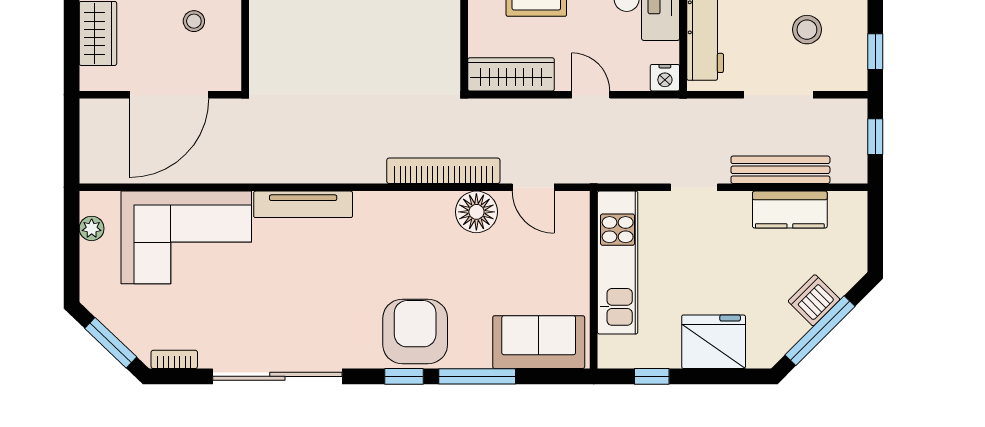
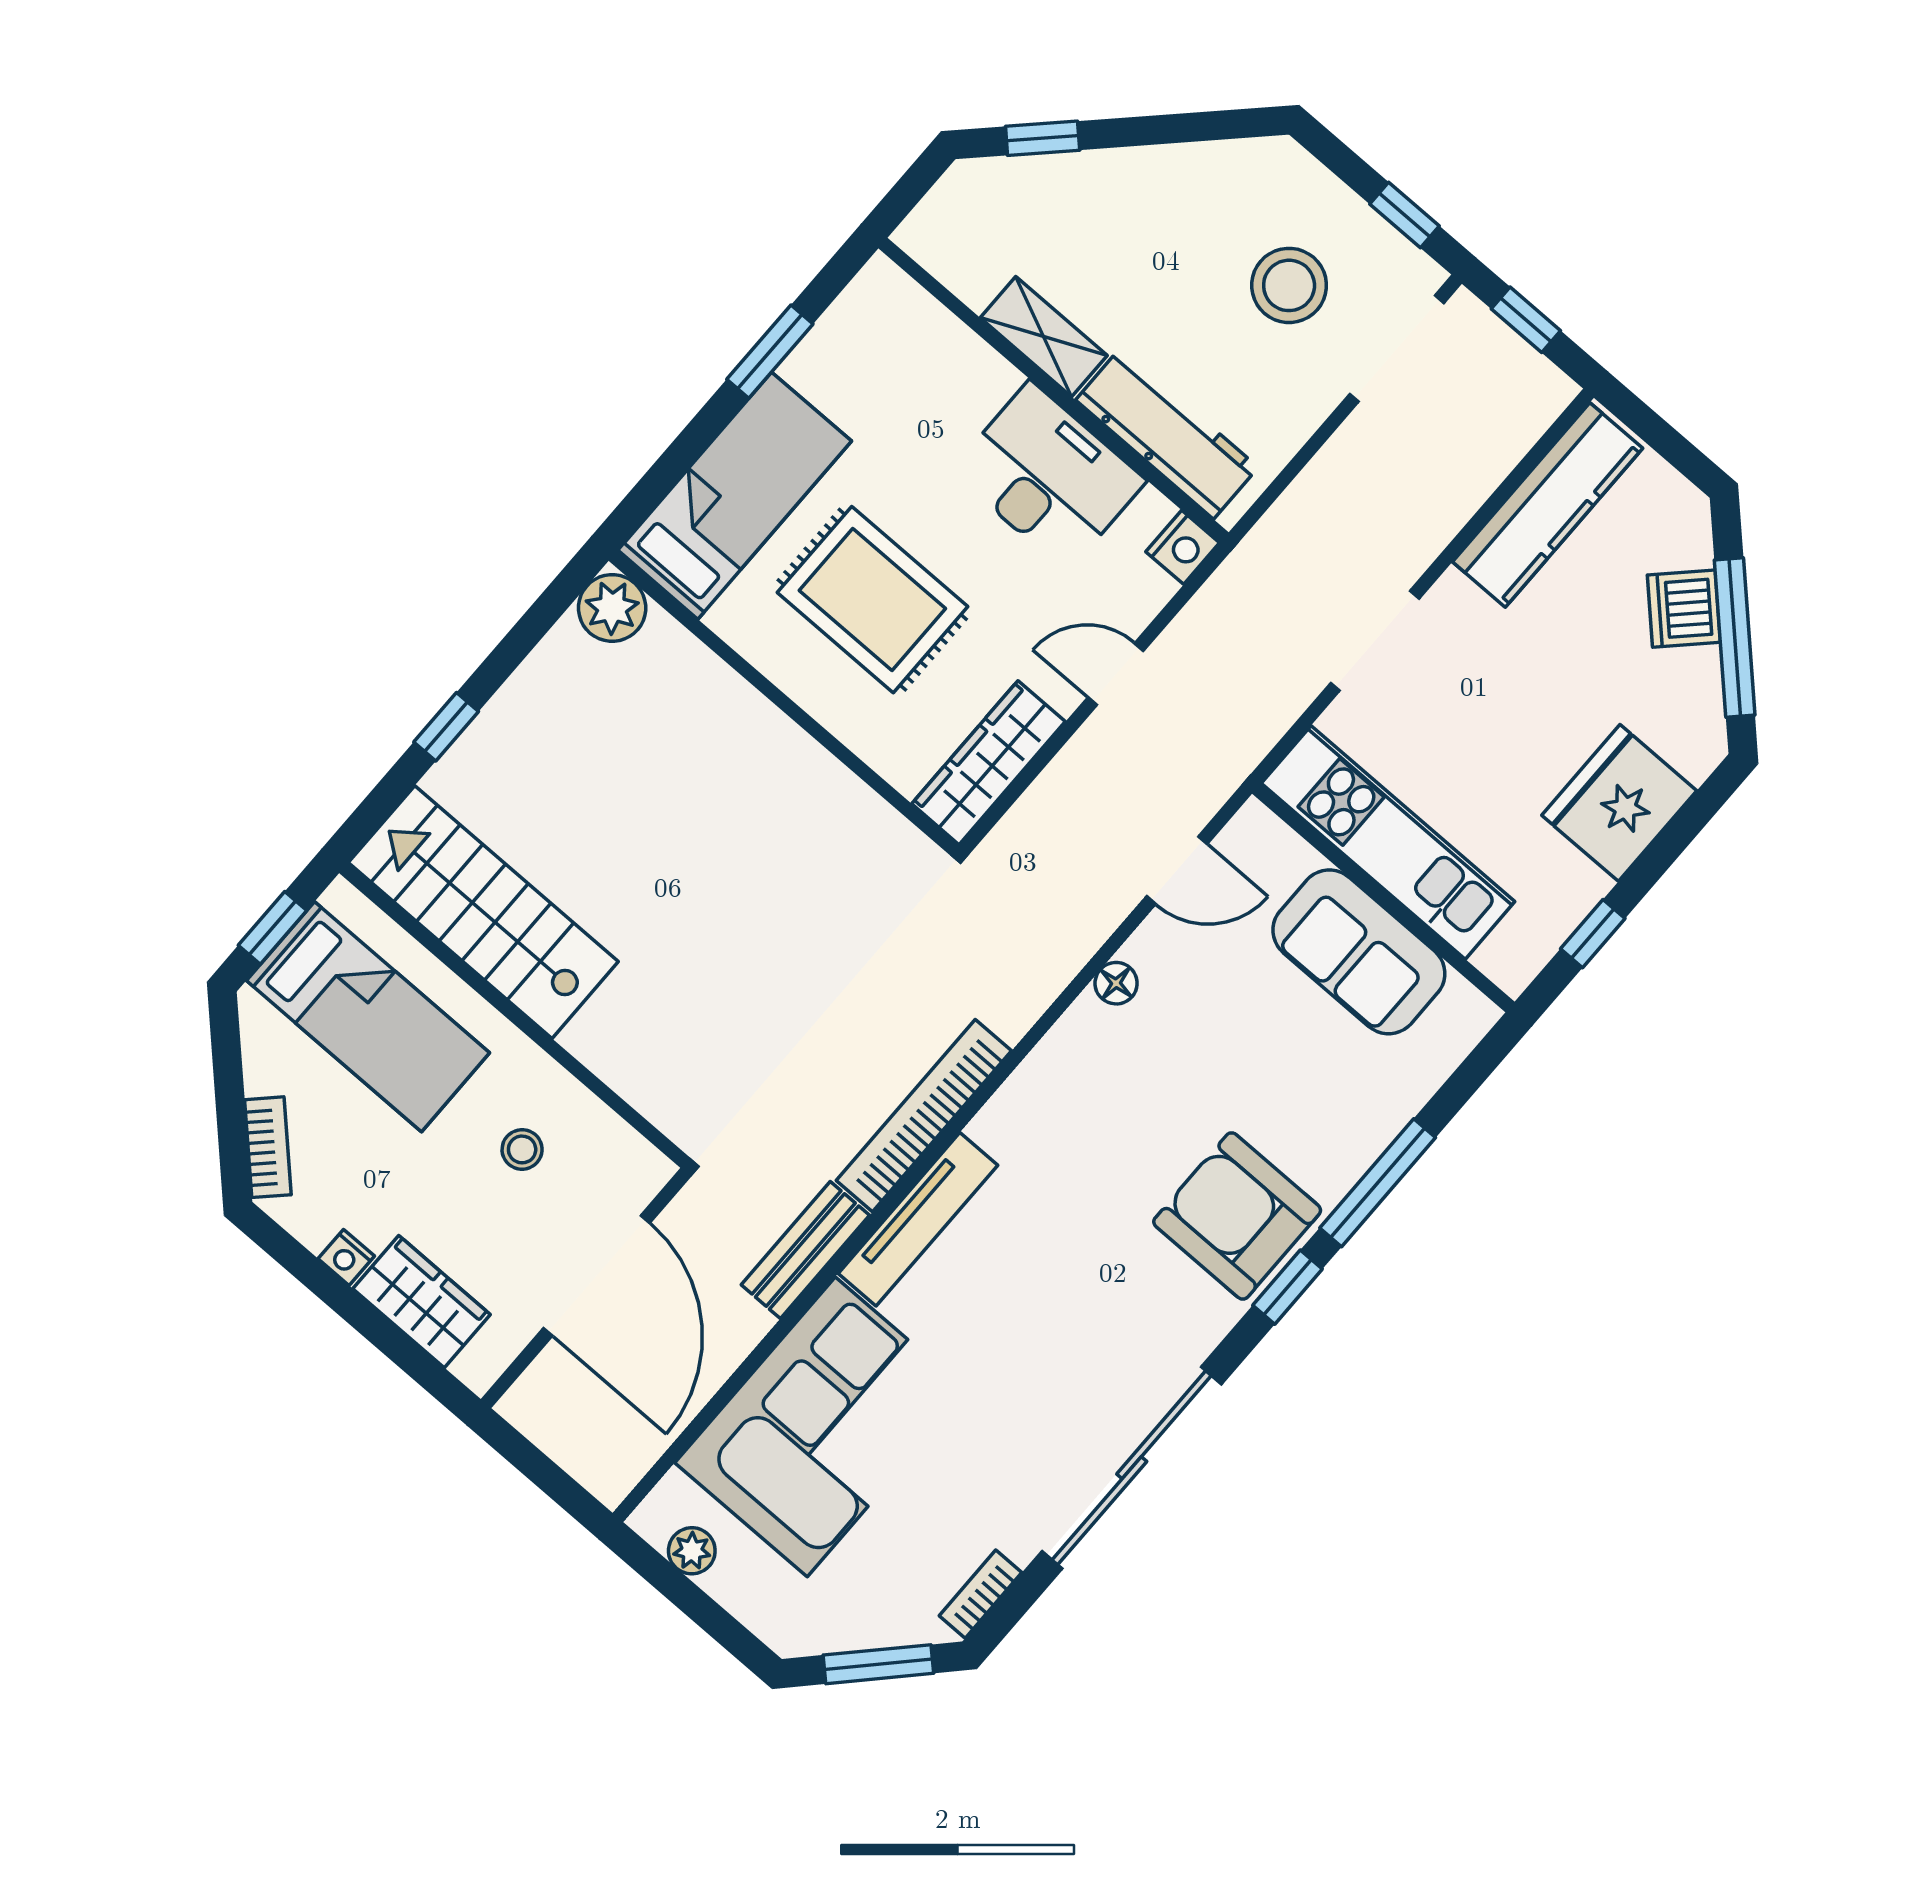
stool: (807, 30) -> (1289, 285), width x1.38, depth x1.38
doorway: (778, 95) -> (1397, 349), moved
bench: (780, 170) -> (805, 1250), moved, width x0.73
bookcase: (443, 171) -> (924, 1116), moved
doorway: (694, 187) -> (1375, 641), width x1.38
kitchen counter: (790, 210) -> (1548, 505), width x1.50
floor lamp: (476, 212) -> (1116, 983), width x0.53, depth x0.53
sofa: (539, 342) -> (1359, 952), moved, turned -90

